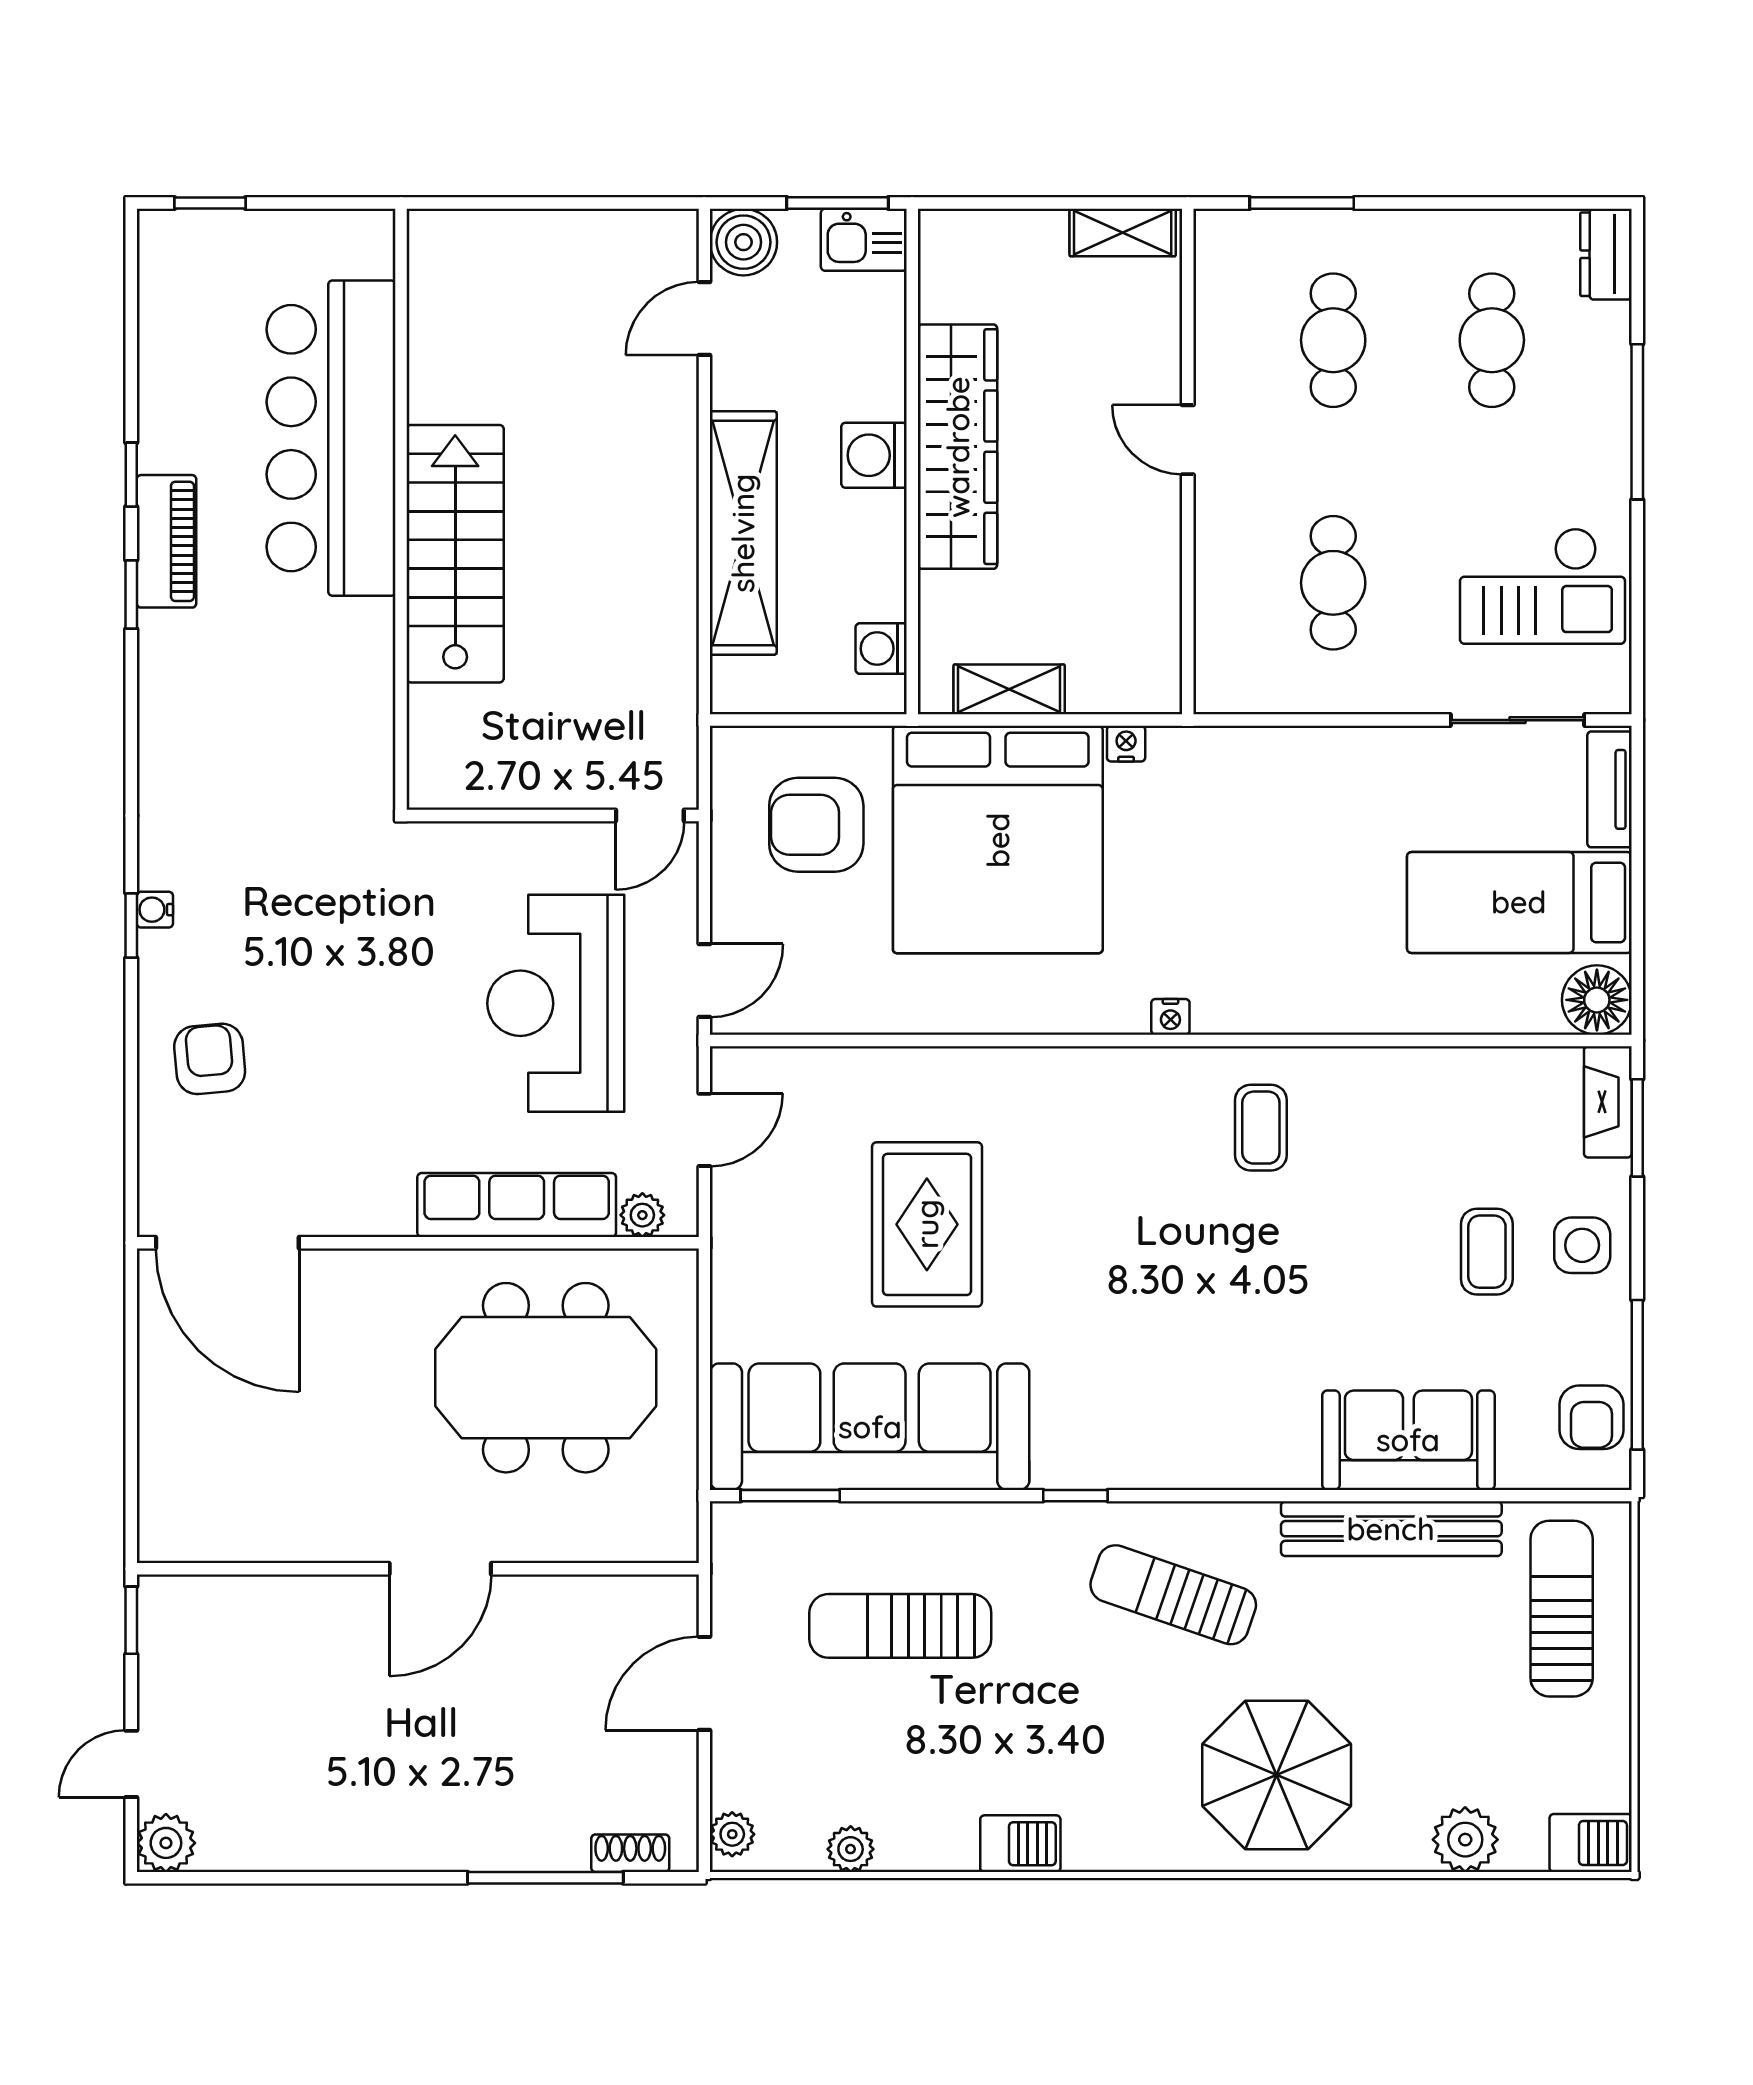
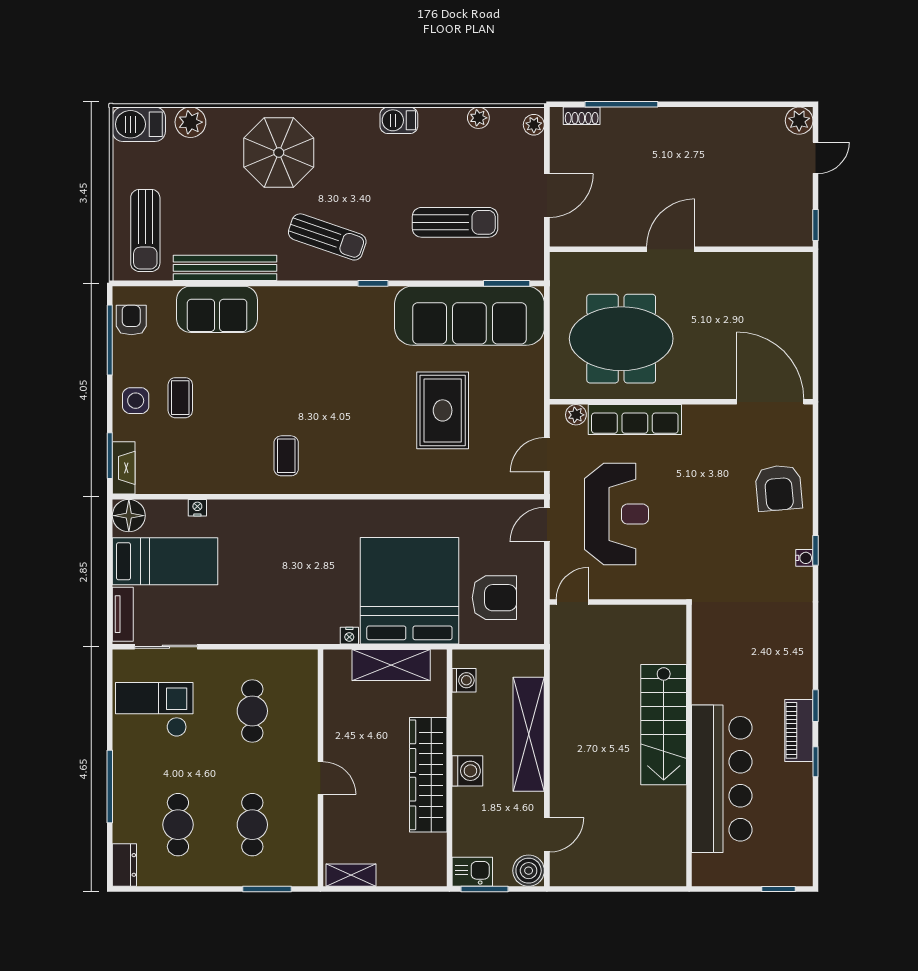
shelving: (1009, 689) -> (391, 665), width x1.50, depth x1.33
nightstand: (1170, 1017) -> (197, 508), moved
armchair: (210, 1059) -> (779, 488), width x1.38, depth x1.38
barbecue: (1591, 1843) -> (139, 124), width x1.38, depth x1.27

